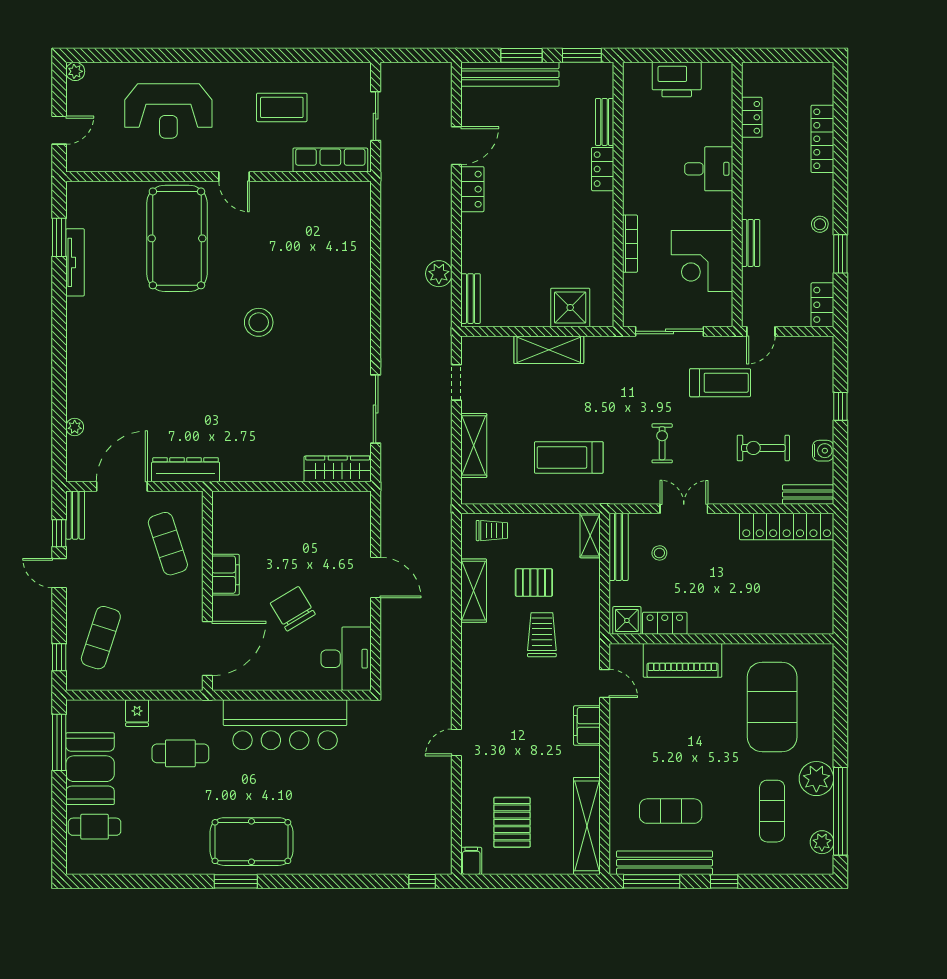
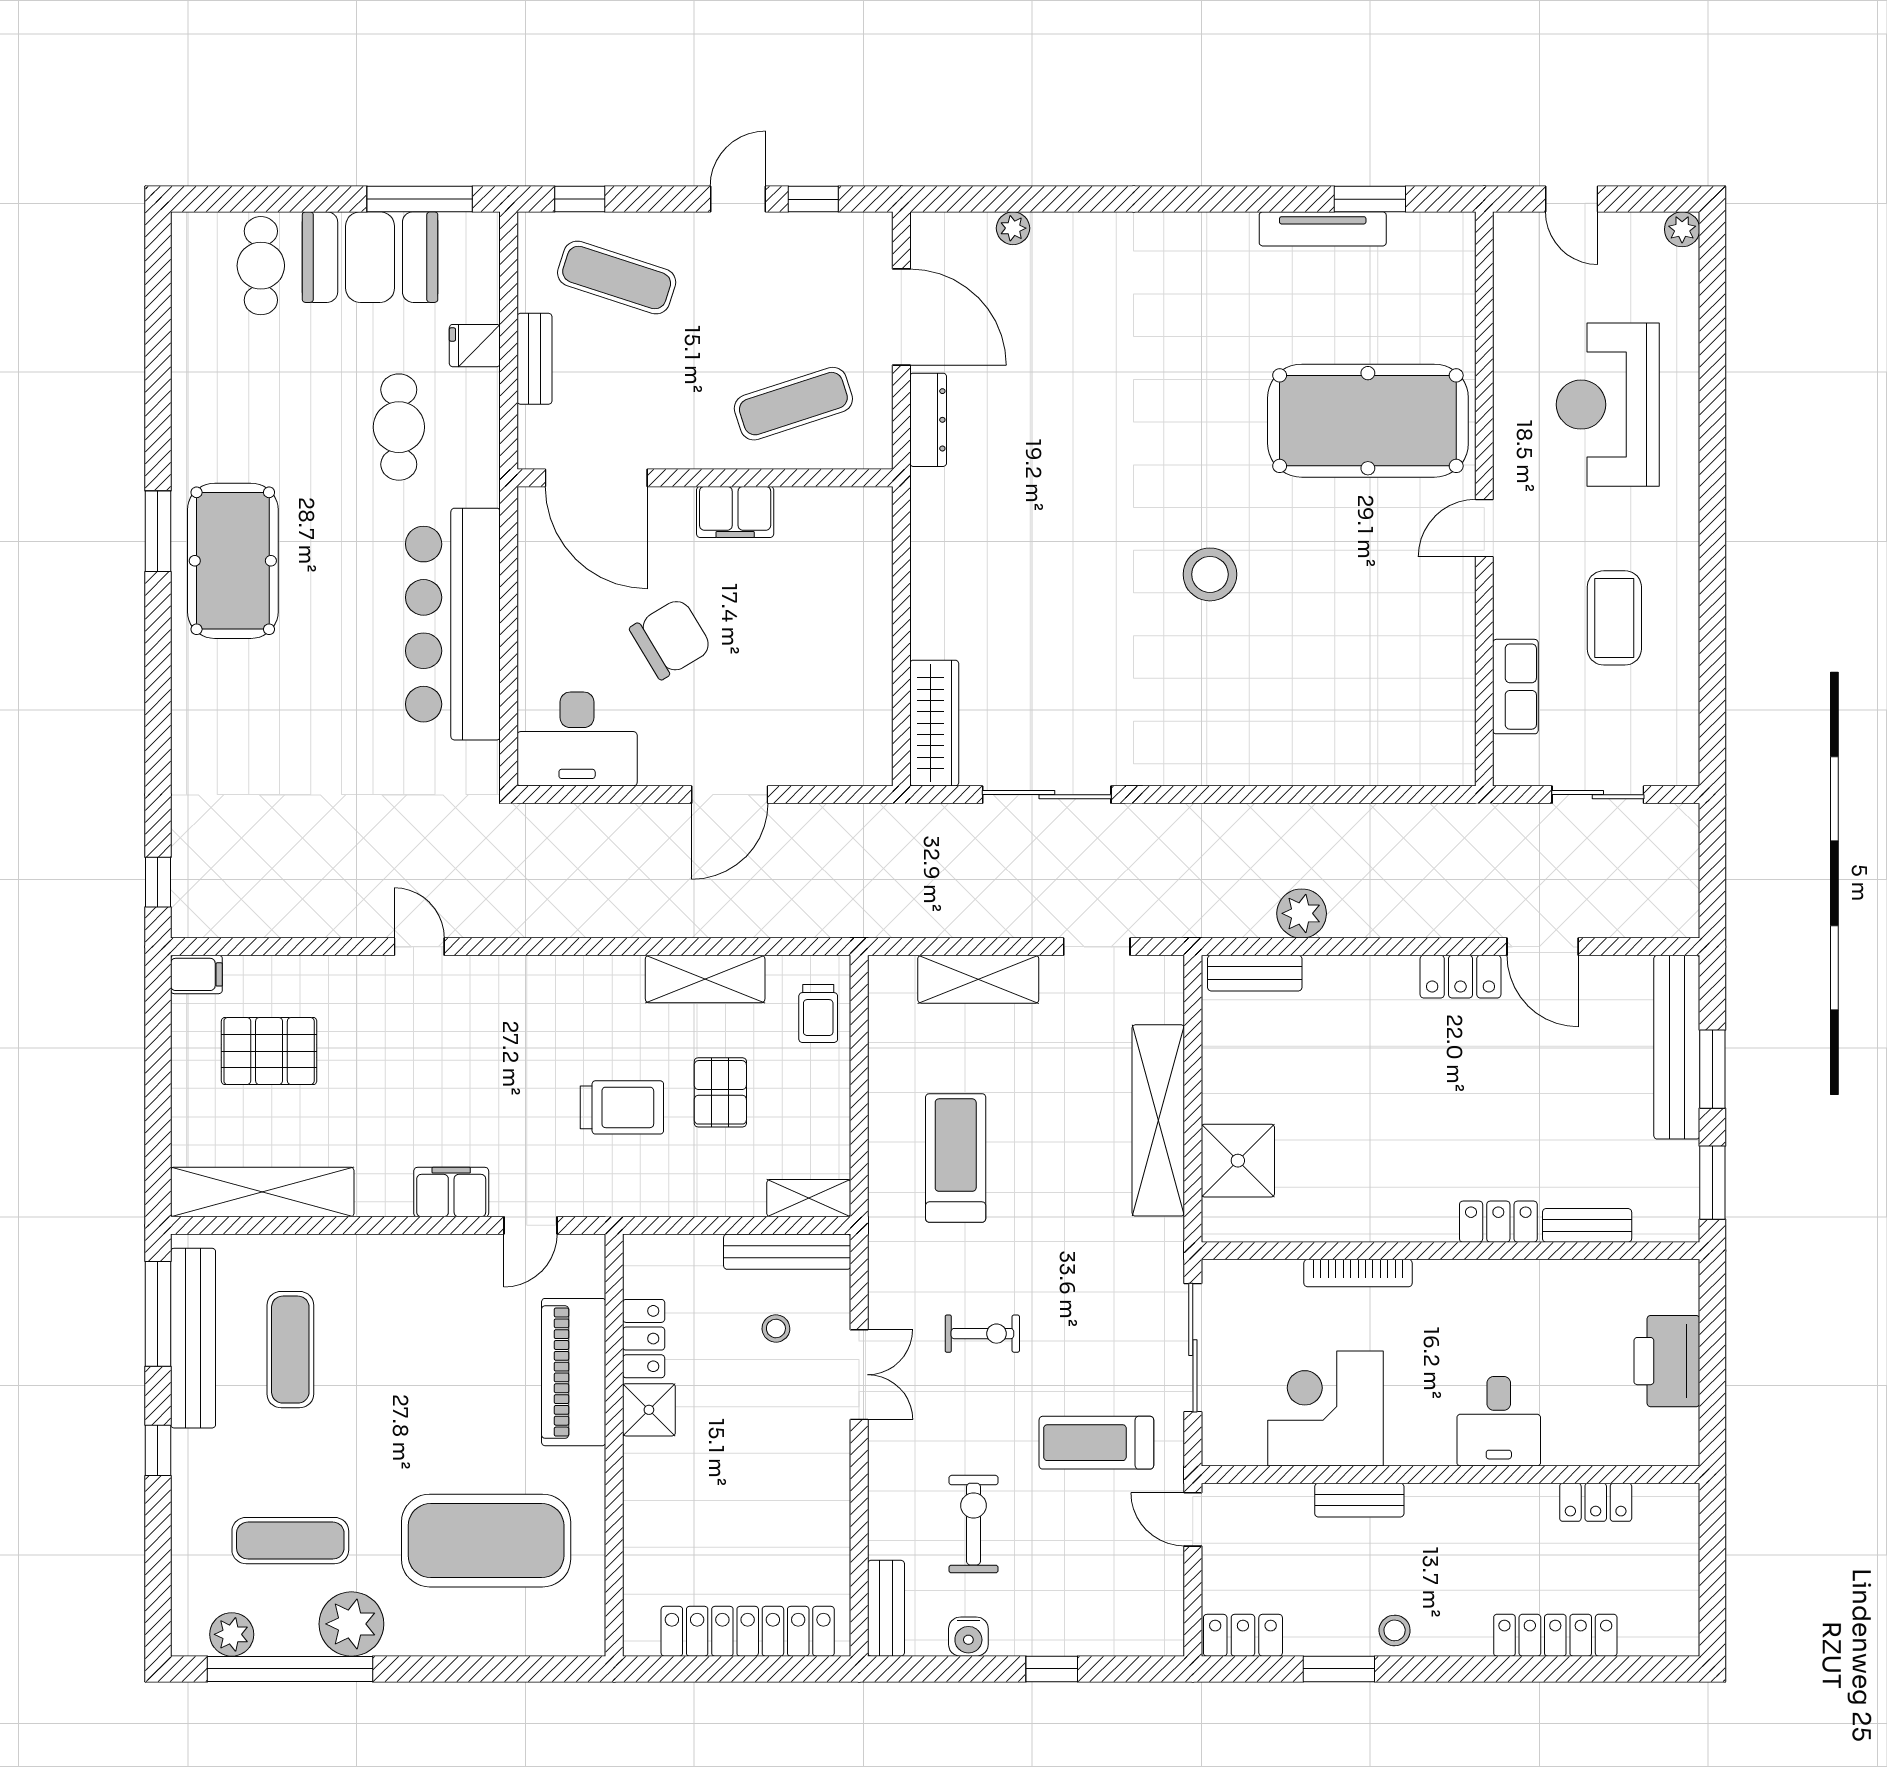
row of seats: (330, 160) -> (1515, 687), width x0.68
shelving: (549, 350) -> (1158, 1120), width x1.47
treadmill: (720, 383) -> (1096, 1443), turned 90
dresser: (186, 470) -> (928, 420), width x0.73, depth x0.80
bench: (75, 515) -> (534, 359), moved, turned 90
locker: (787, 527) -> (748, 1631), moved, turned 90
shower: (627, 620) -> (649, 1410), moved

